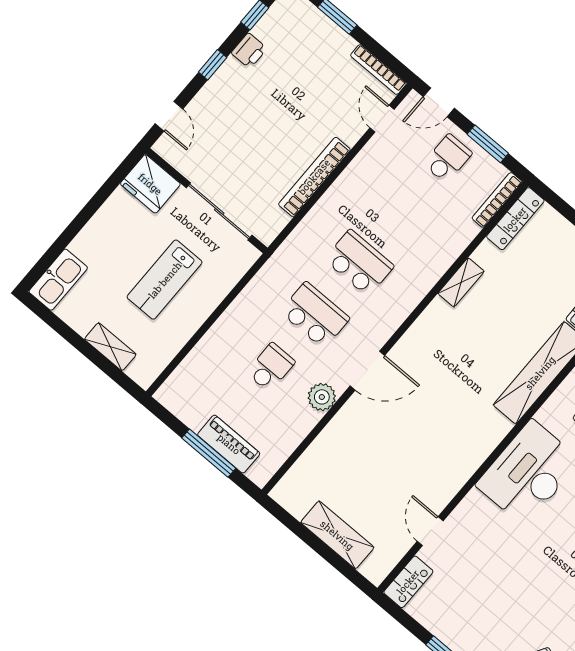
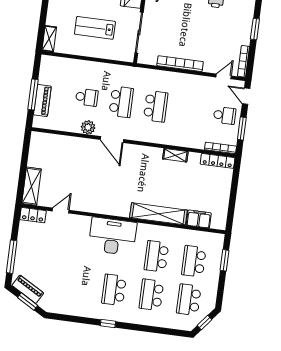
shelving: (110, 347) -> (49, 39), moved
shelving: (337, 535) -> (32, 186), moved

